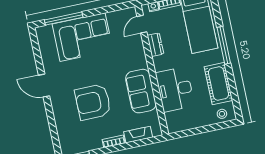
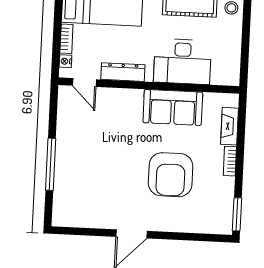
window: (64, 19) -> (51, 164), moved
corner sofa: (83, 37) -> (81, 166), removed
dresser: (155, 45) -> (123, 72), width x1.44

